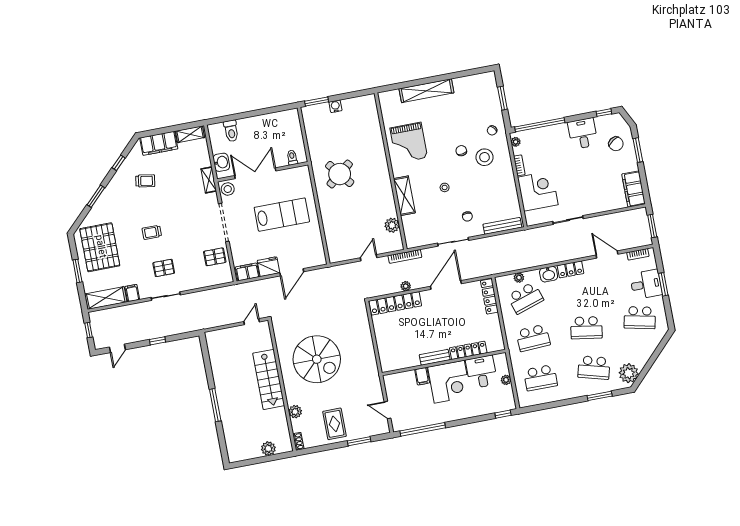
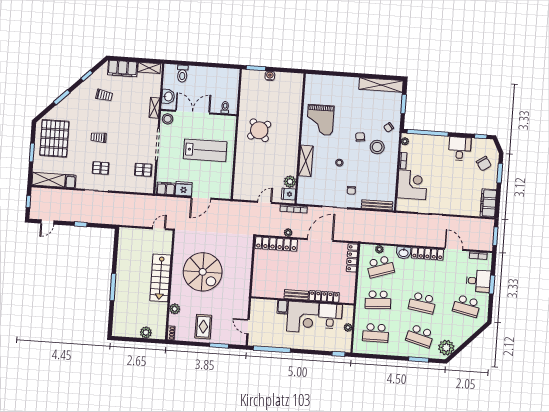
shelving: (426, 91) -> (381, 85), moved
fridge: (394, 240) -> (288, 194), added
locker: (571, 269) -> (427, 254), width x1.53

